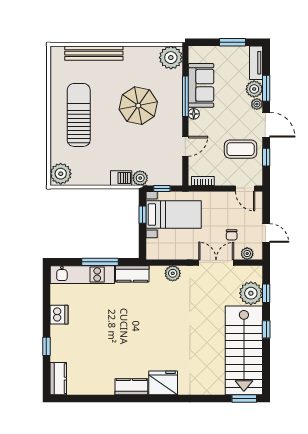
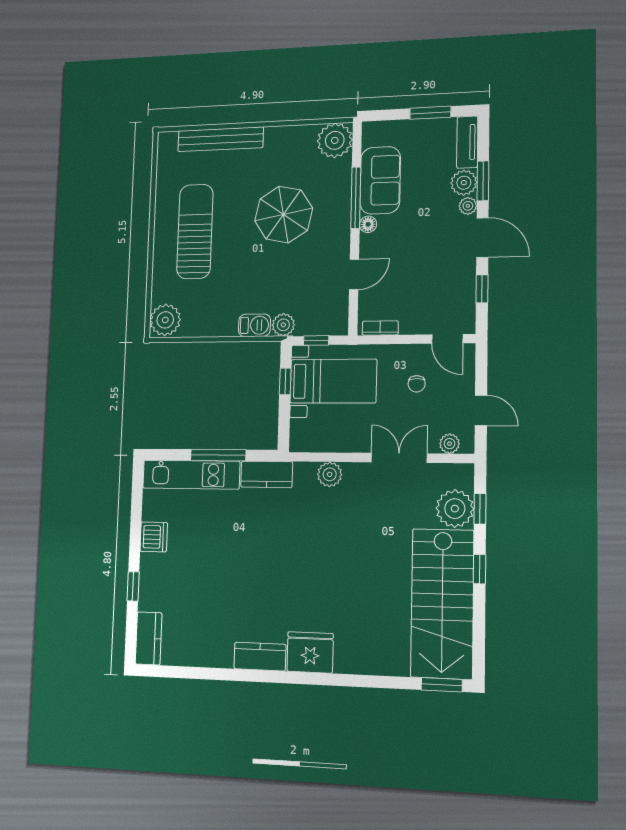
coffee table: (241, 149) -> (441, 277), removed
chair: (232, 235) -> (417, 384), moved

